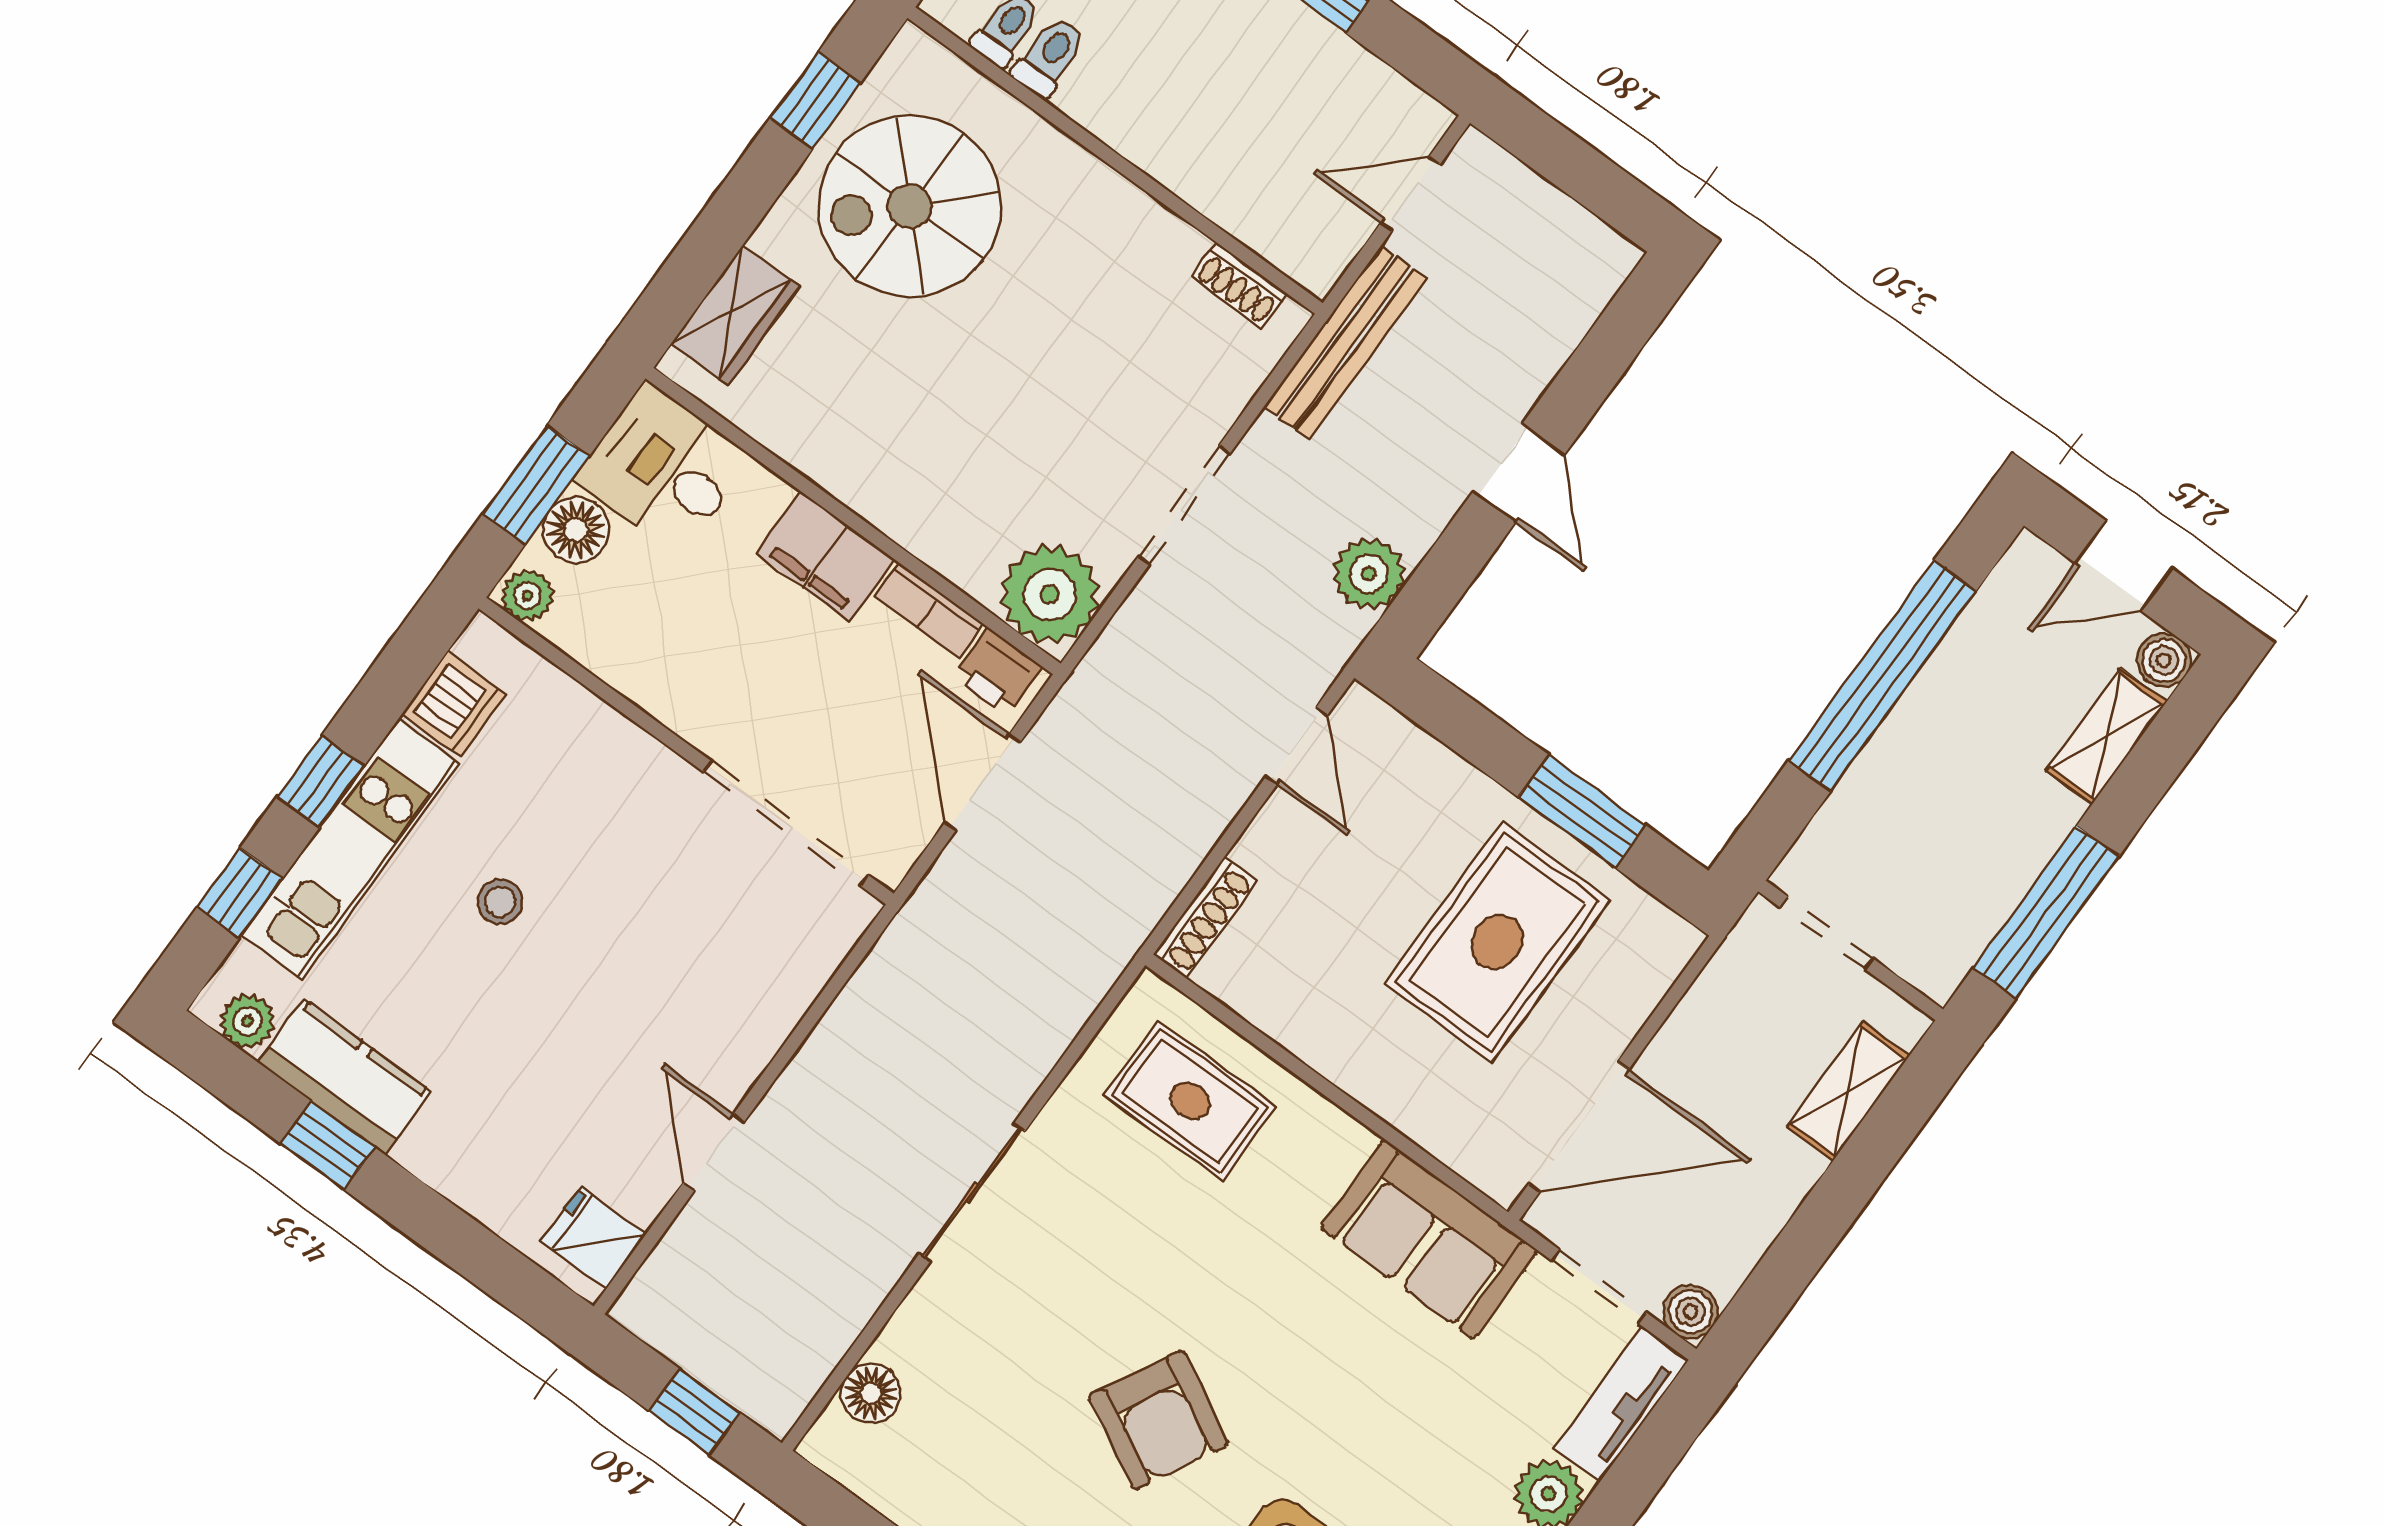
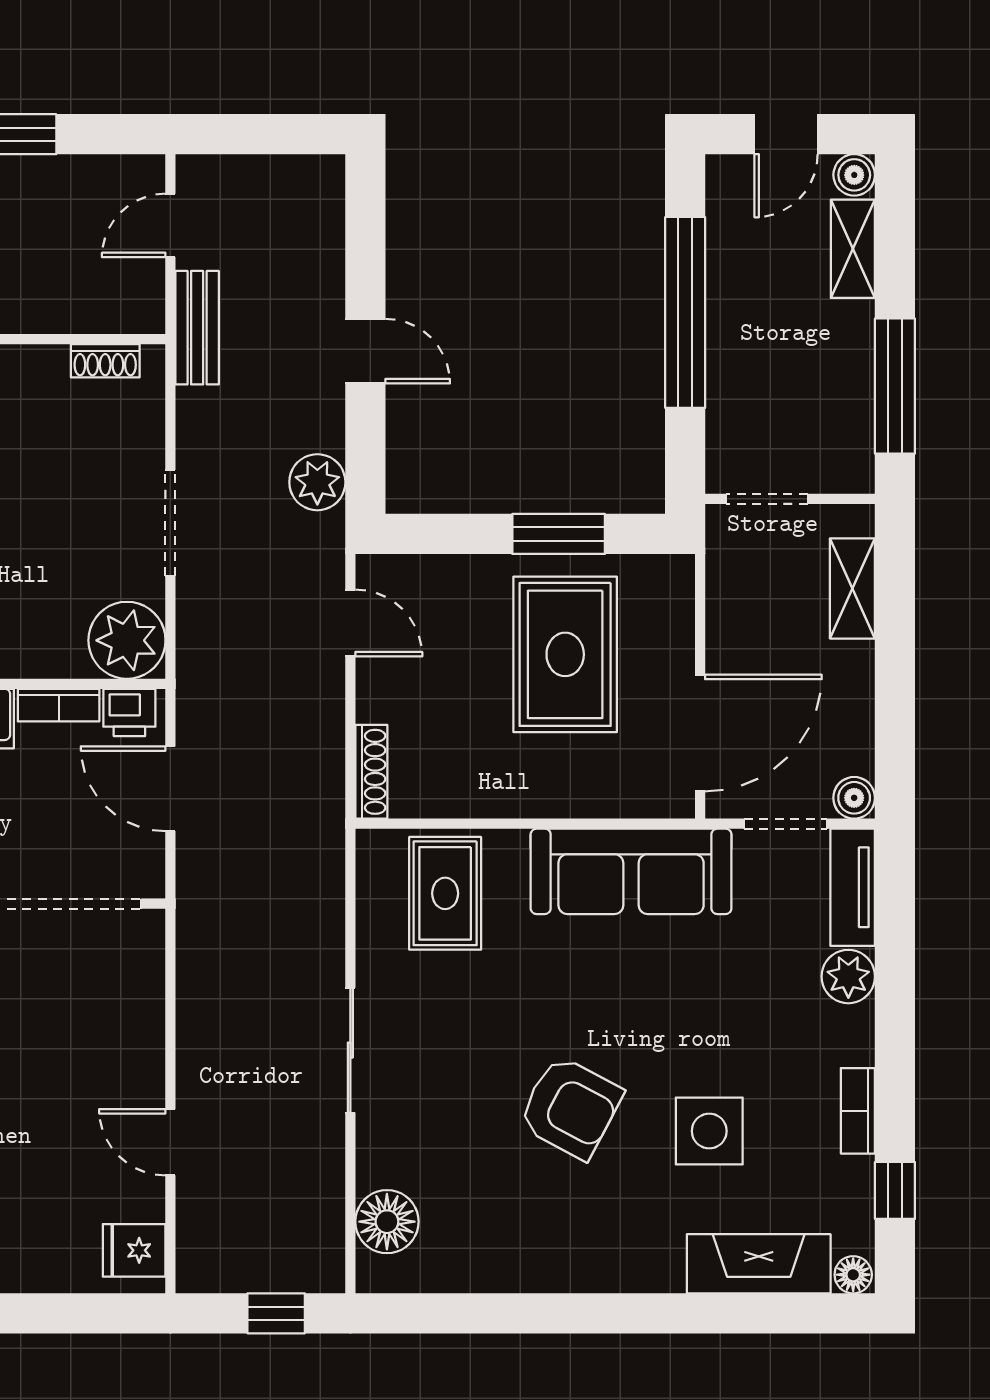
bench: (1345, 342) -> (197, 328), width x0.73
rug: (1190, 1101) -> (445, 893), turned 90
sofa: (1429, 1239) -> (631, 871), width x1.36
floor lamp: (871, 1393) -> (387, 1222), width x1.38, depth x1.38

